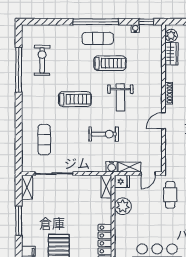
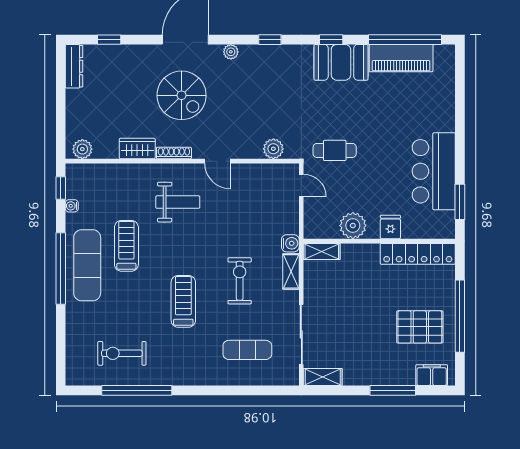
exercise mat: (98, 38) -> (87, 265), width x1.36, depth x1.45
wardrobe: (171, 54) -> (137, 149), moved
weight bench: (120, 97) -> (178, 202), moved
exercise bike: (104, 134) -> (240, 281), moved
plant: (171, 156) -> (273, 149), added
shelving: (129, 167) -> (291, 271), moved
fridge: (122, 181) -> (390, 227), moved
window: (19, 221) -> (393, 390), moved

